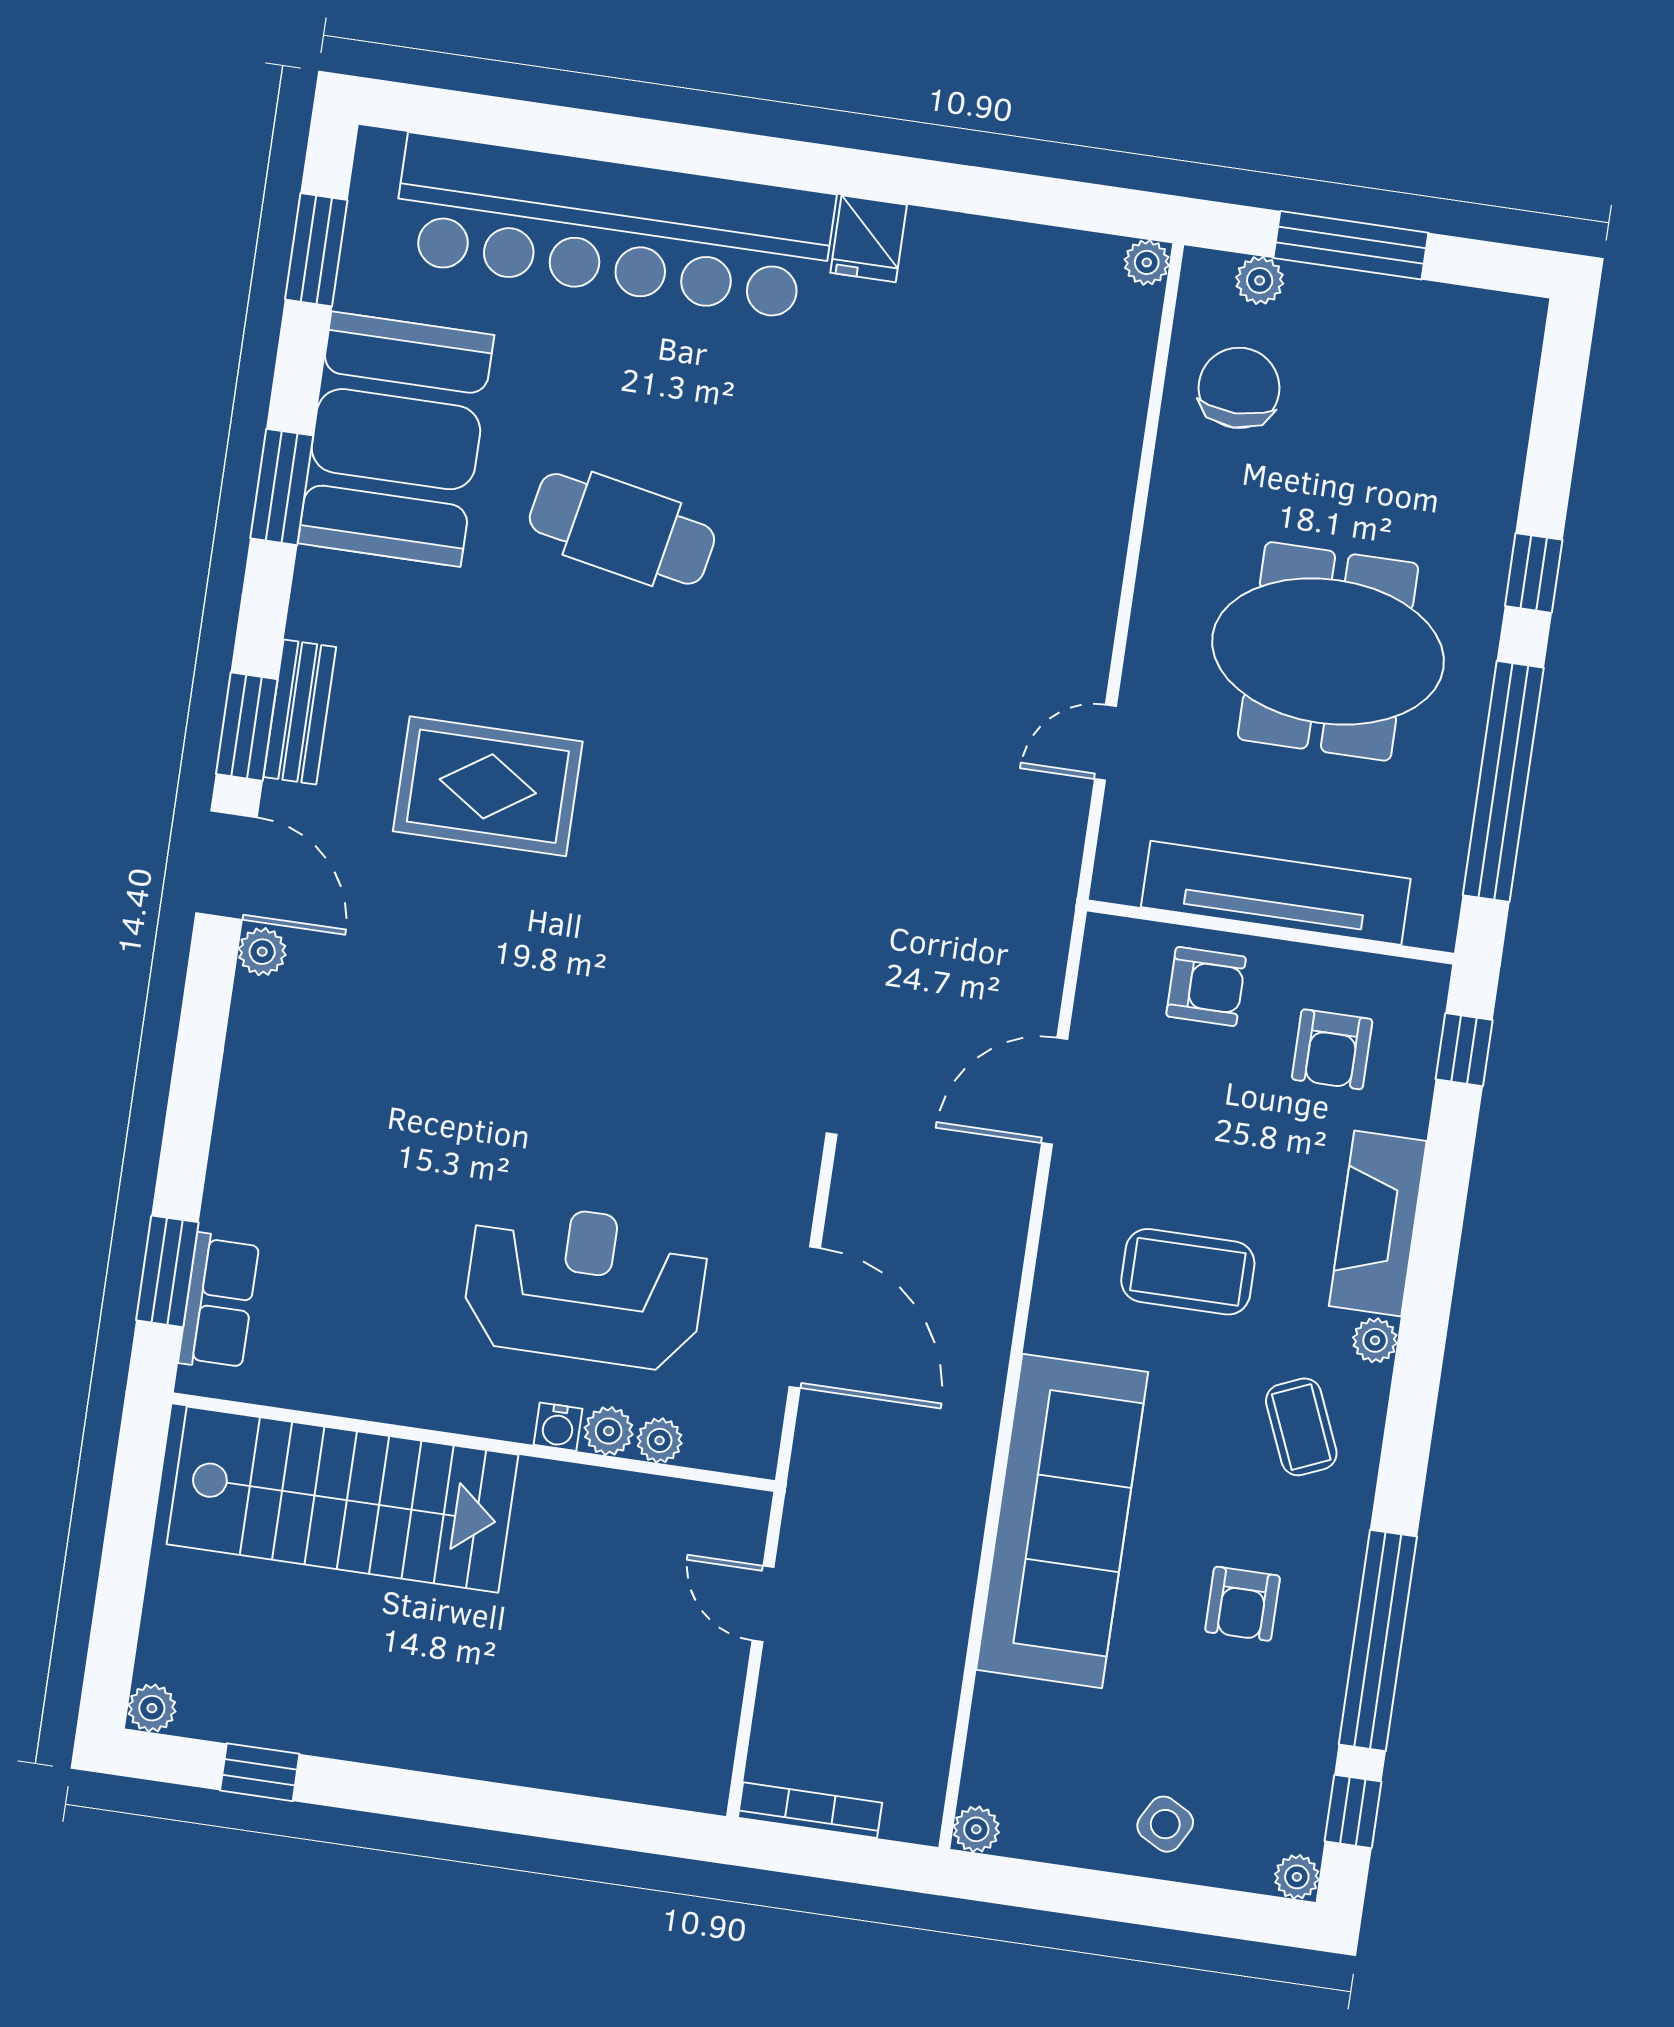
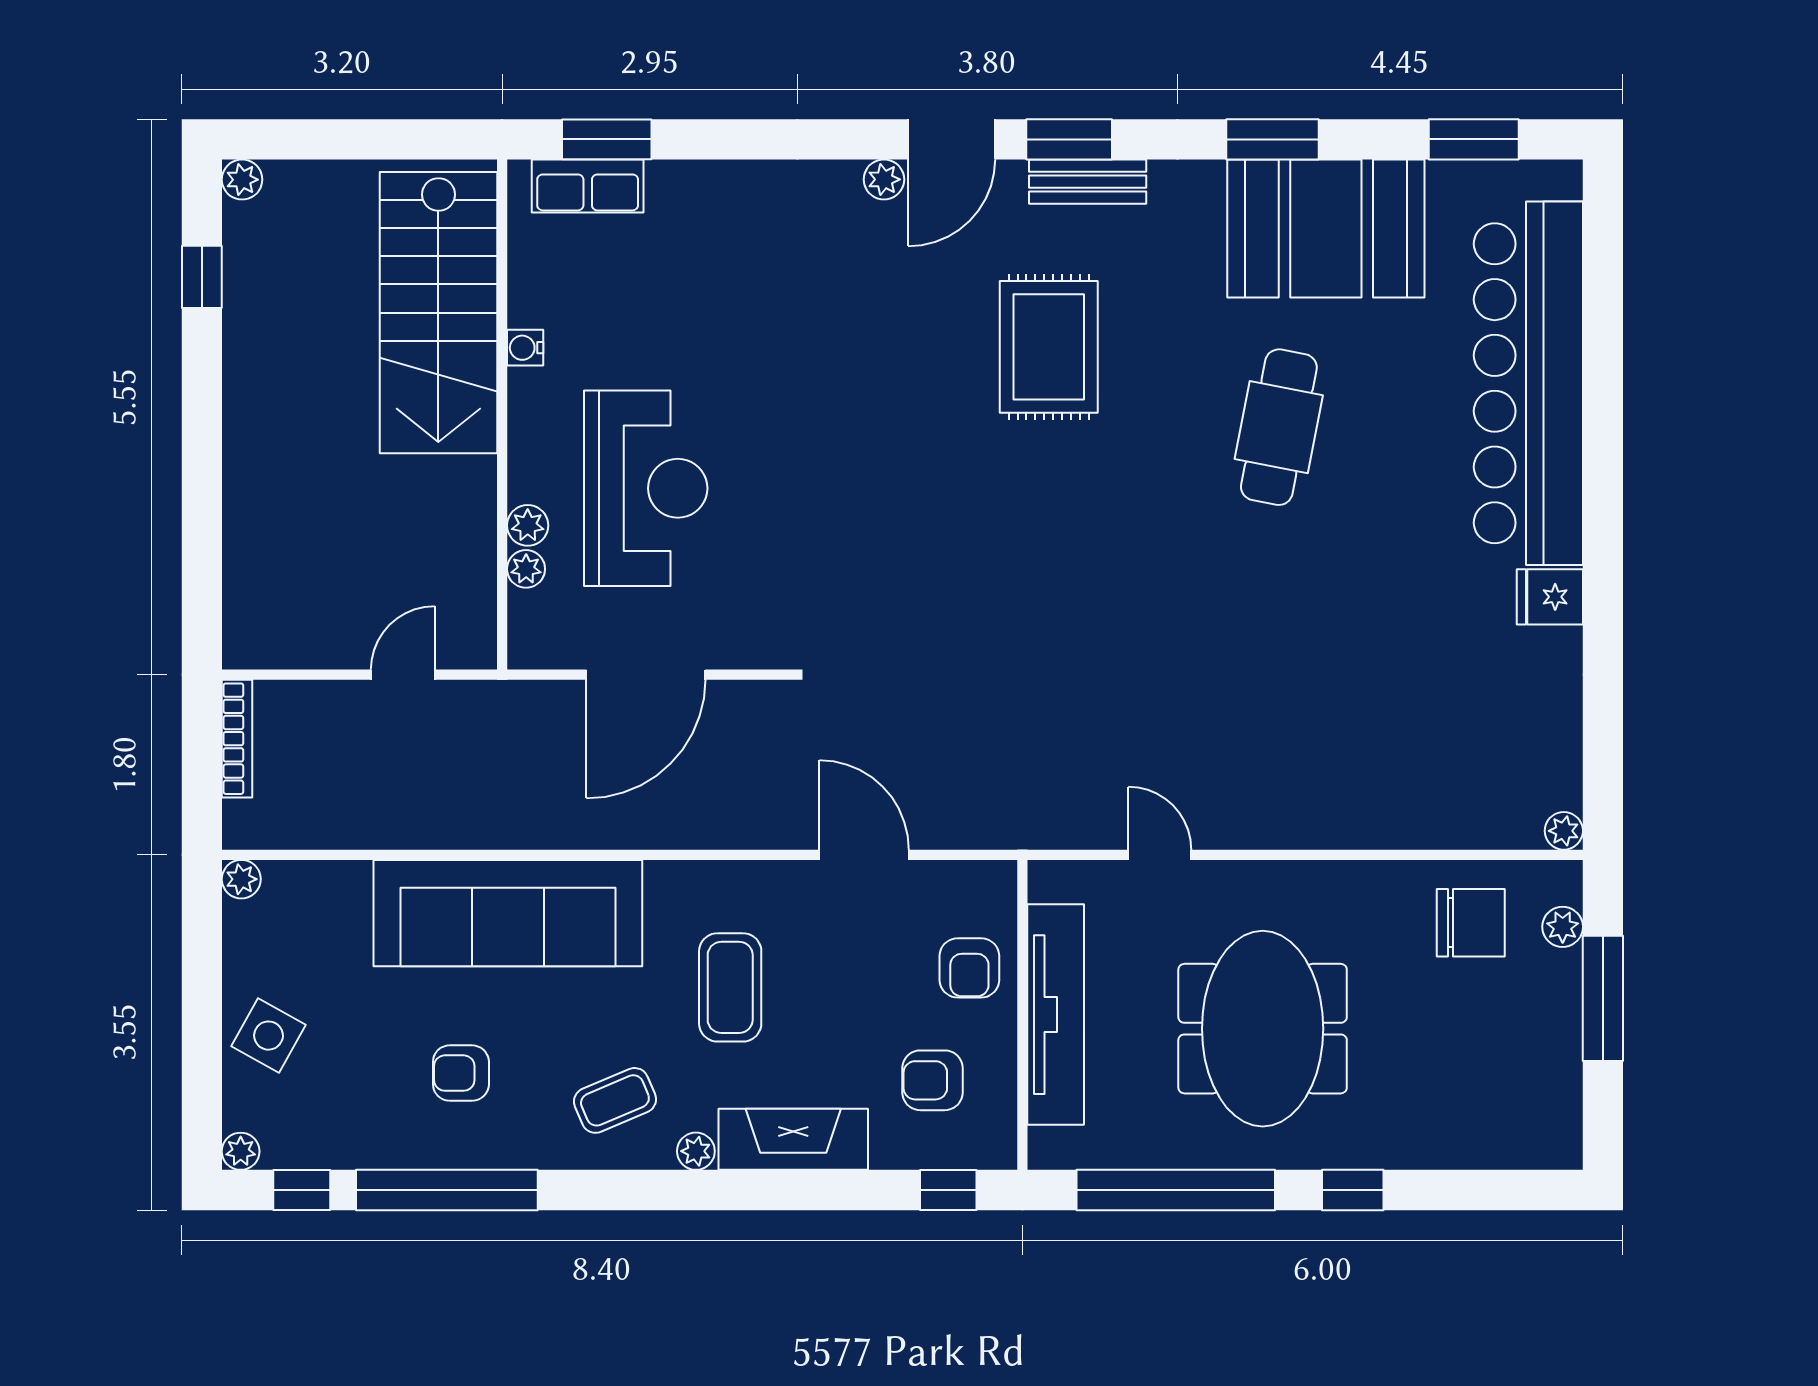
water cooler: (558, 1427) -> (525, 348), moved
side table: (1165, 1824) -> (269, 1036), width x1.37, depth x1.37

